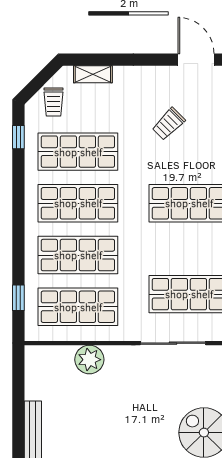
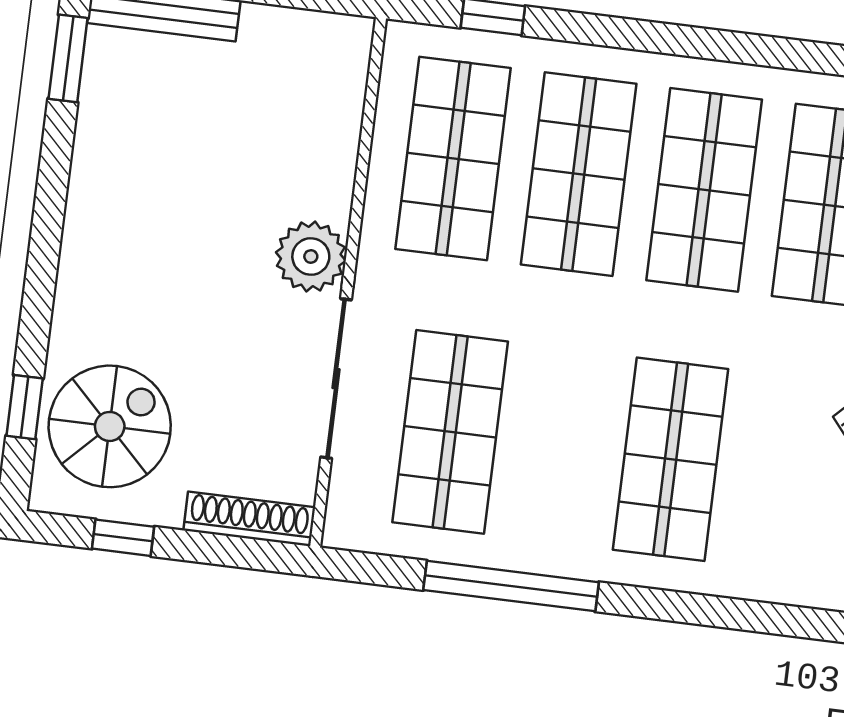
plant: (89, 360) -> (311, 256), moved

